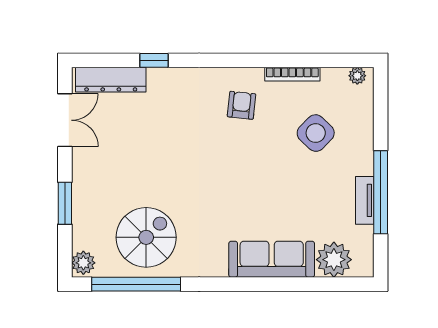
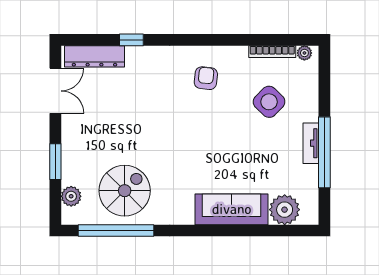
bookcase: (292, 74) -> (272, 52), moved
tv unit: (365, 200) -> (311, 143), moved
plant: (83, 263) -> (71, 196), moved

